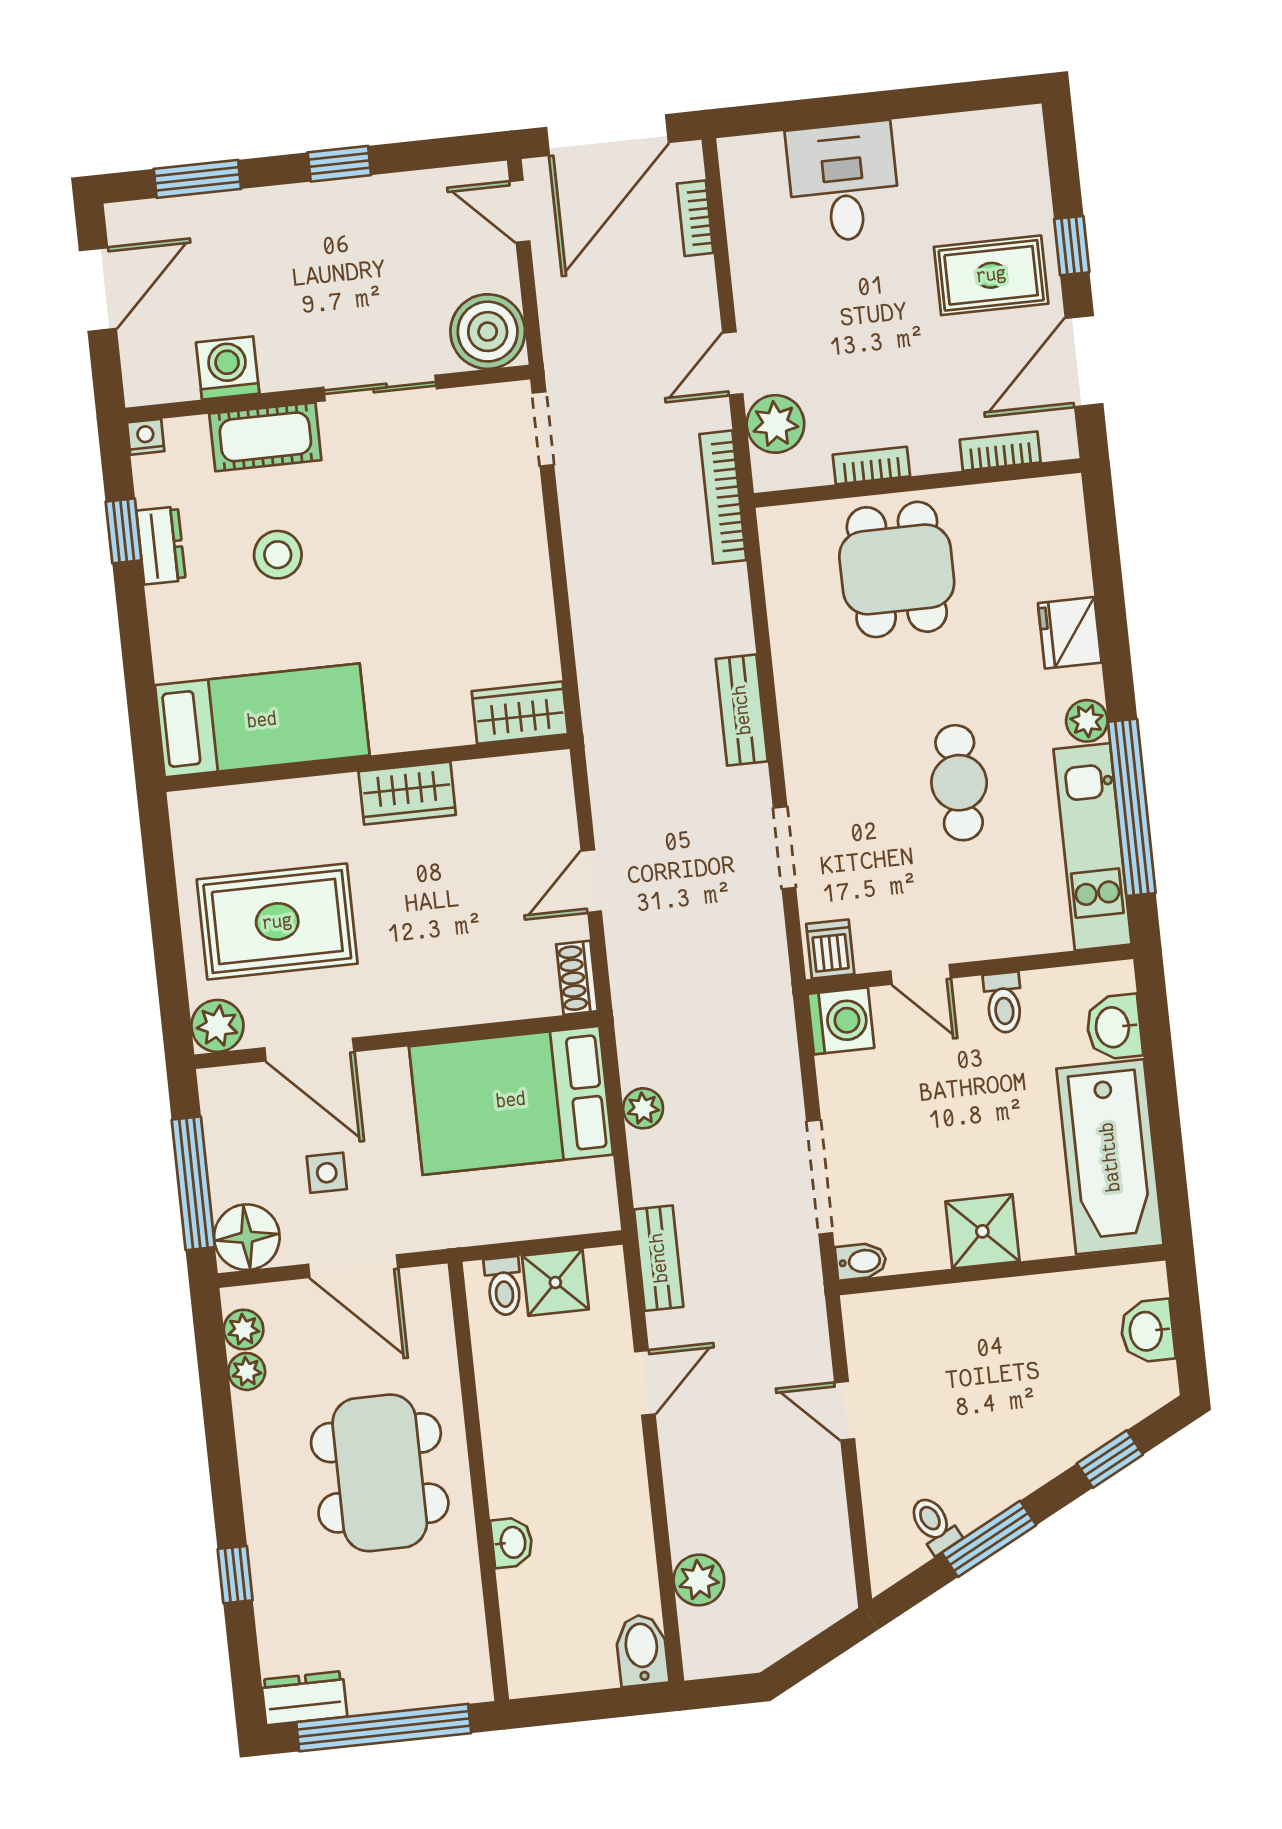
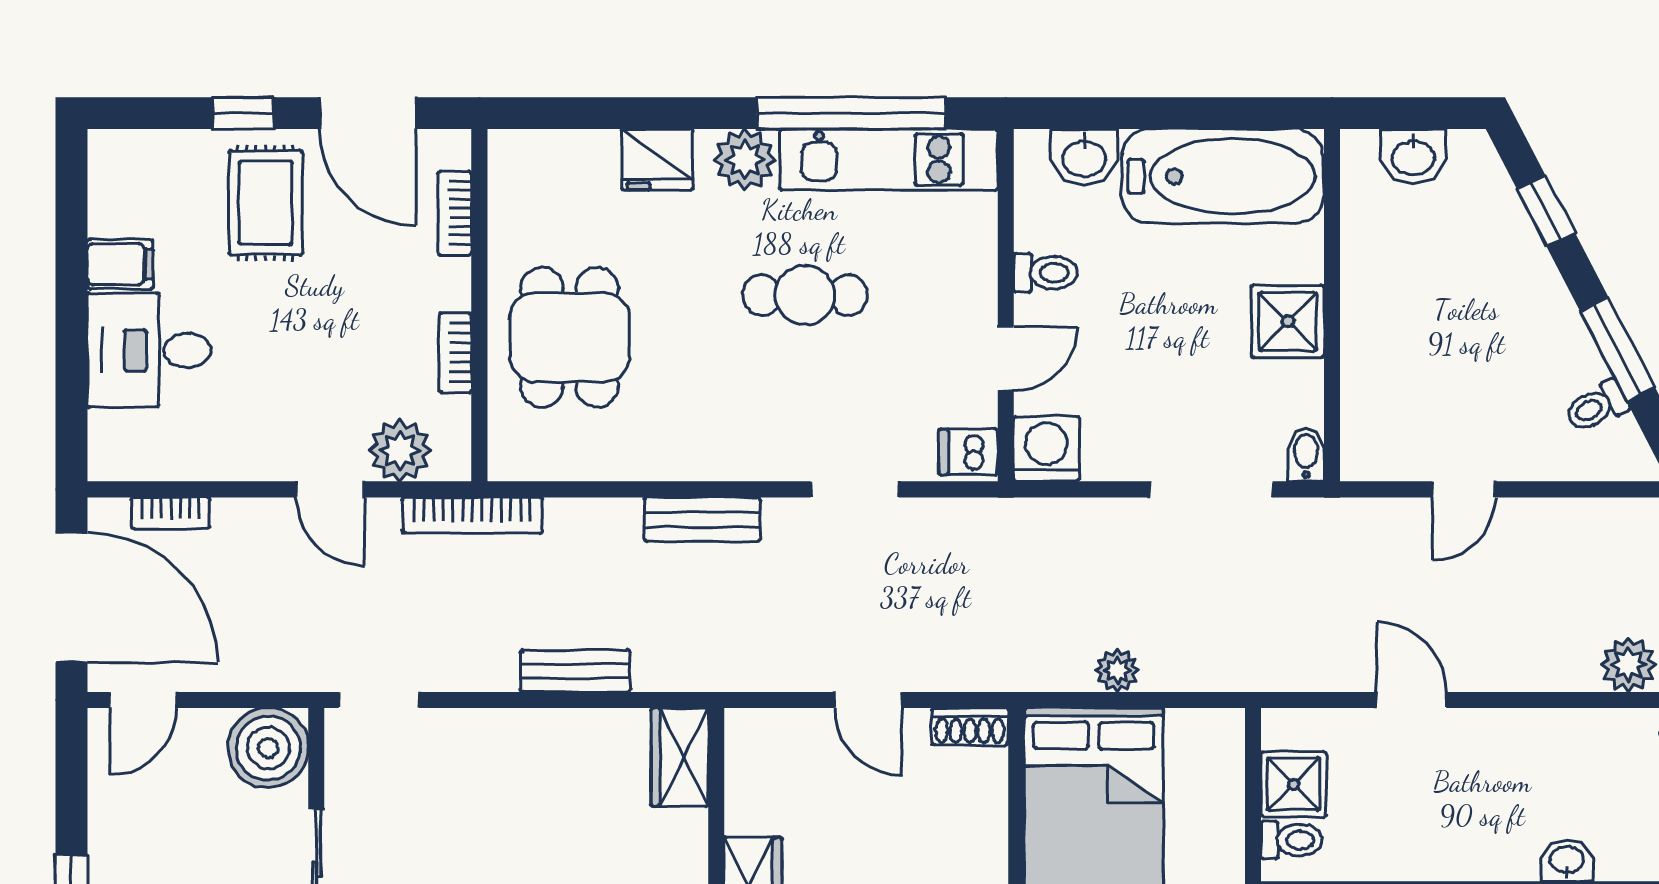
filing cabinet: (920, 147) -> (120, 264), added
dining table: (897, 569) -> (570, 337), turned 90
plant: (1087, 721) -> (745, 160), width x1.38, depth x1.38
bench: (659, 1258) -> (575, 671), moved

